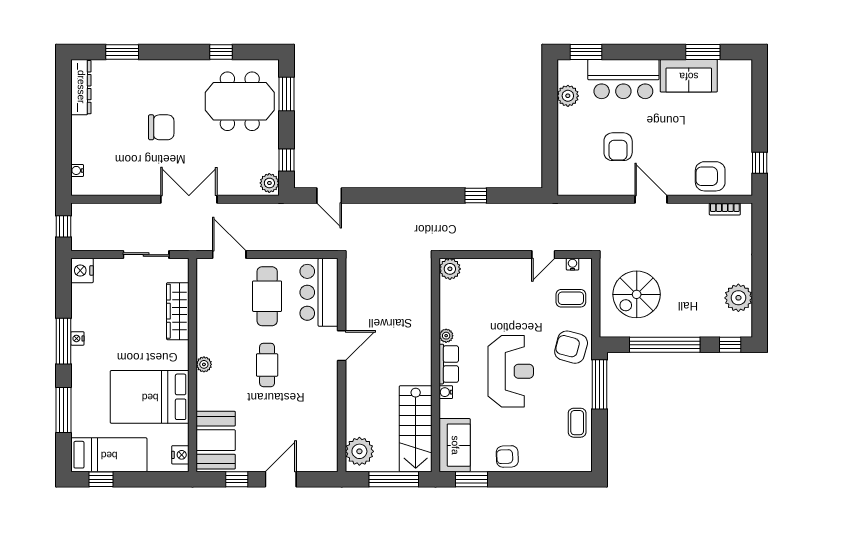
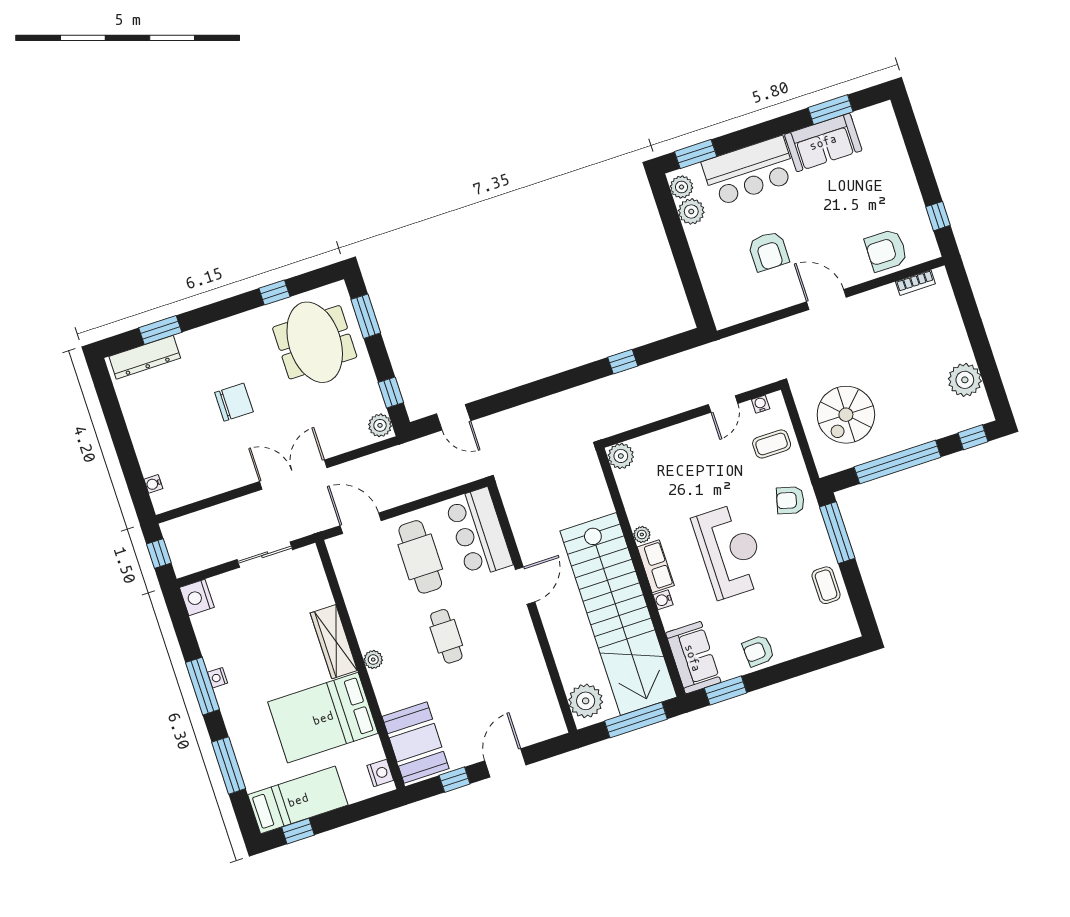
plant: (567, 74) -> (682, 187), added
dresser: (81, 87) -> (145, 357), moved, turned 90
meeting table: (240, 101) -> (315, 342), turned 90
wardrobe: (178, 311) -> (334, 642), moved
armchair: (571, 347) -> (790, 500), width x0.72, depth x0.72
stairs: (416, 429) -> (618, 614), width x1.86, depth x1.51

